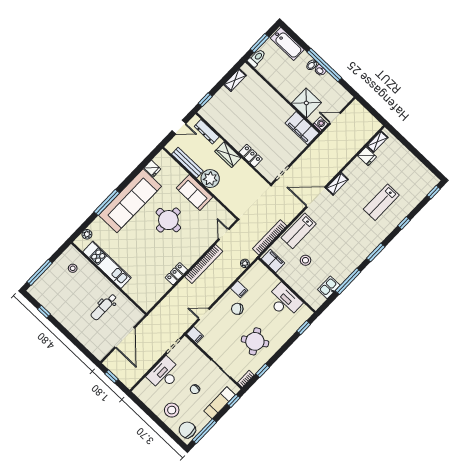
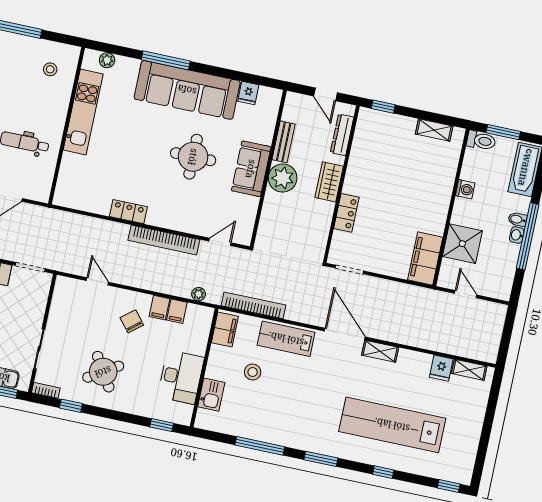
washing machine: (320, 124) -> (465, 189), moved
bench: (187, 163) -> (284, 142), width x0.73
lab bench: (381, 202) -> (392, 425), width x1.86, depth x1.39
kitchen sink: (329, 287) -> (211, 395), moved, turned 90
filing cabinet: (195, 335) -> (177, 311), moved

